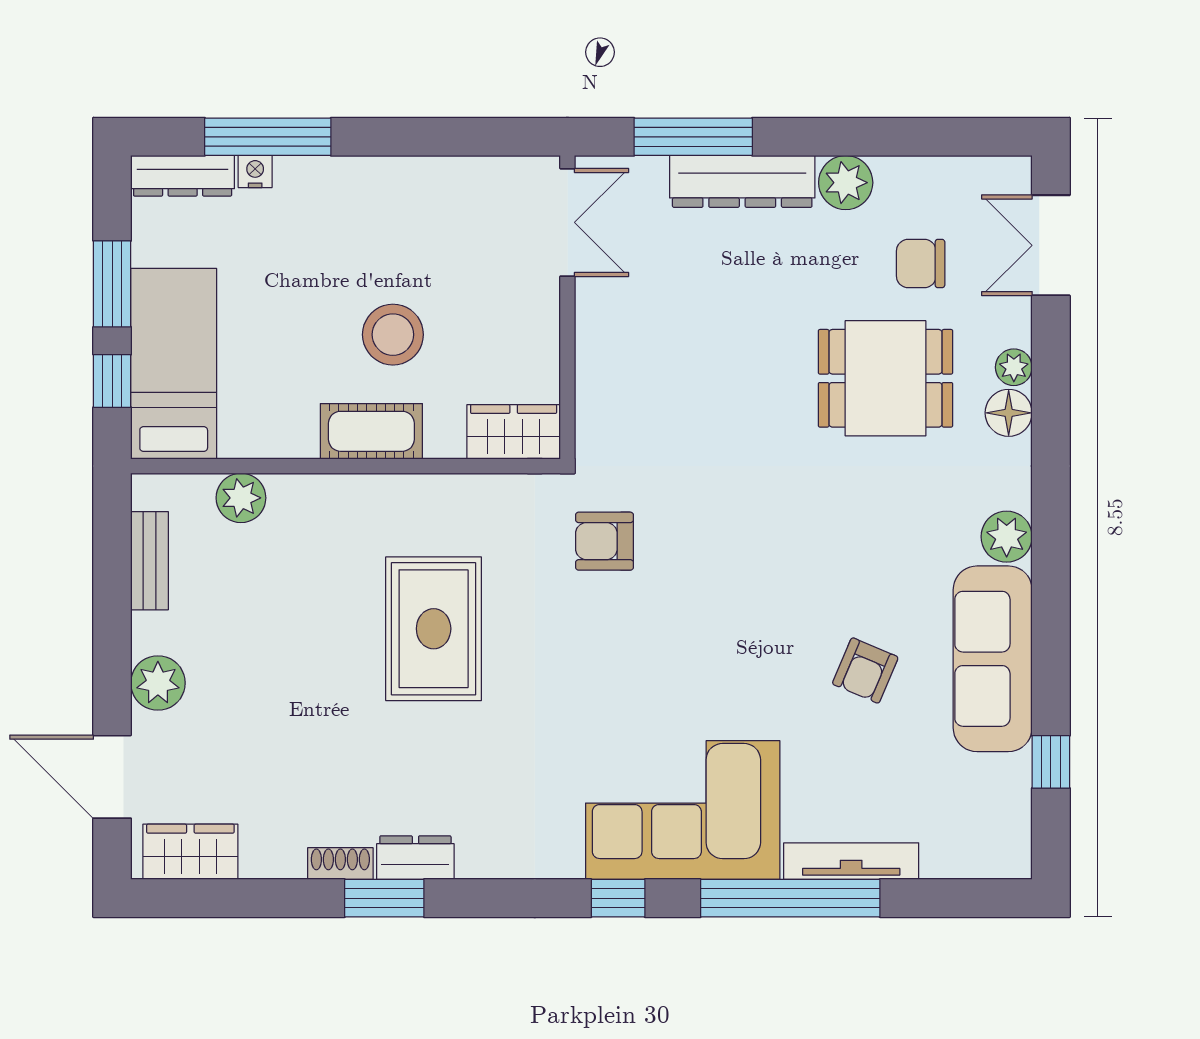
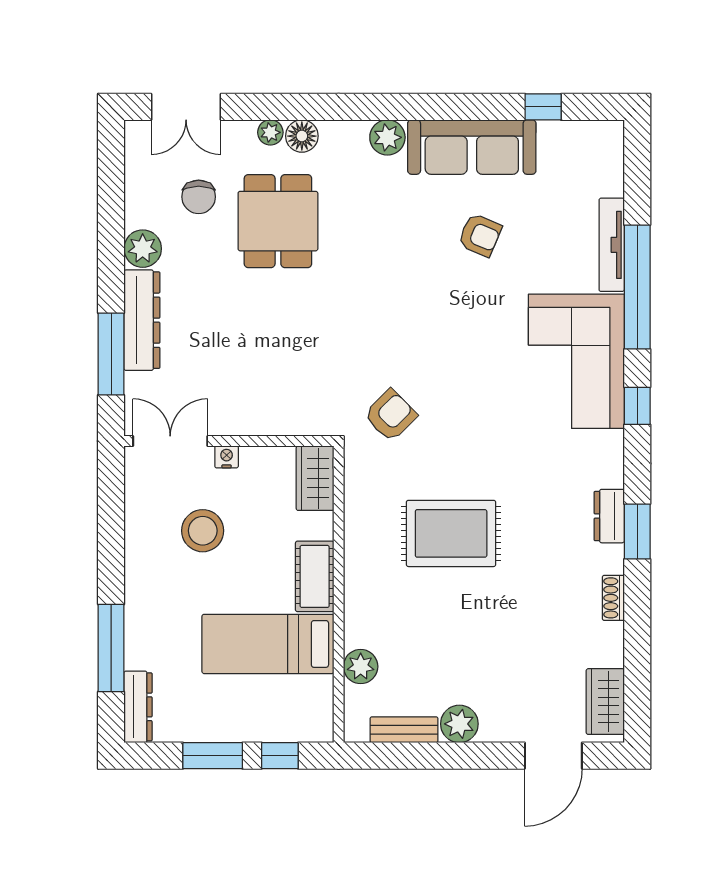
nightstand: (255, 171) -> (227, 457), moved, turned 90
stool: (393, 335) -> (203, 531), moved
bed: (174, 364) -> (268, 644), moved
armchair: (604, 541) -> (391, 415), turned -135
plant: (158, 683) -> (459, 724), moved
dresser: (415, 858) -> (609, 516), moved
window: (384, 898) -> (637, 531), moved

